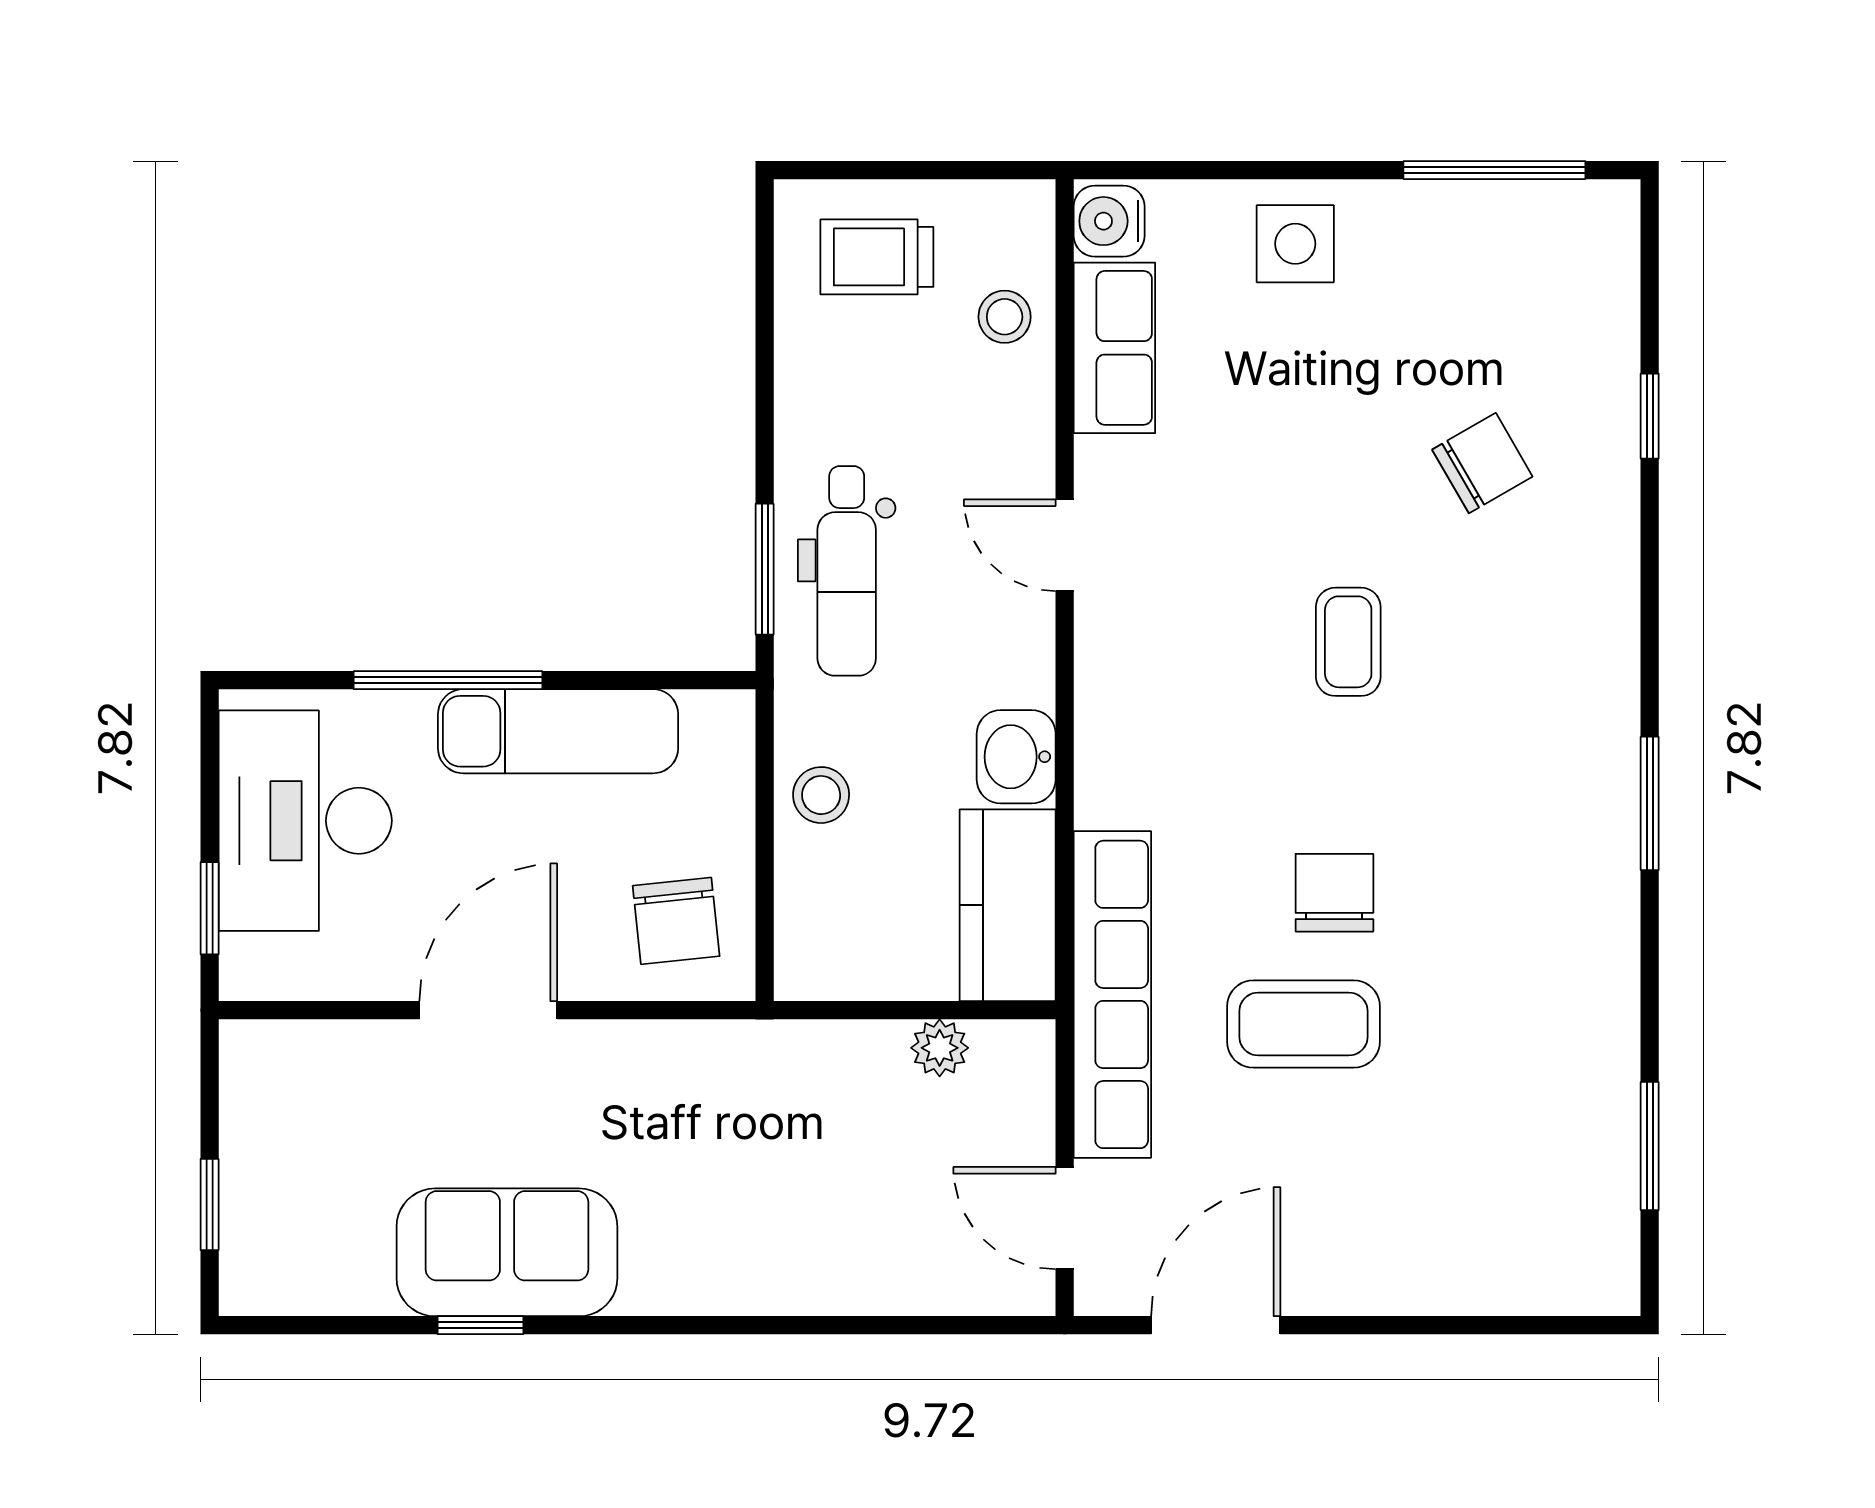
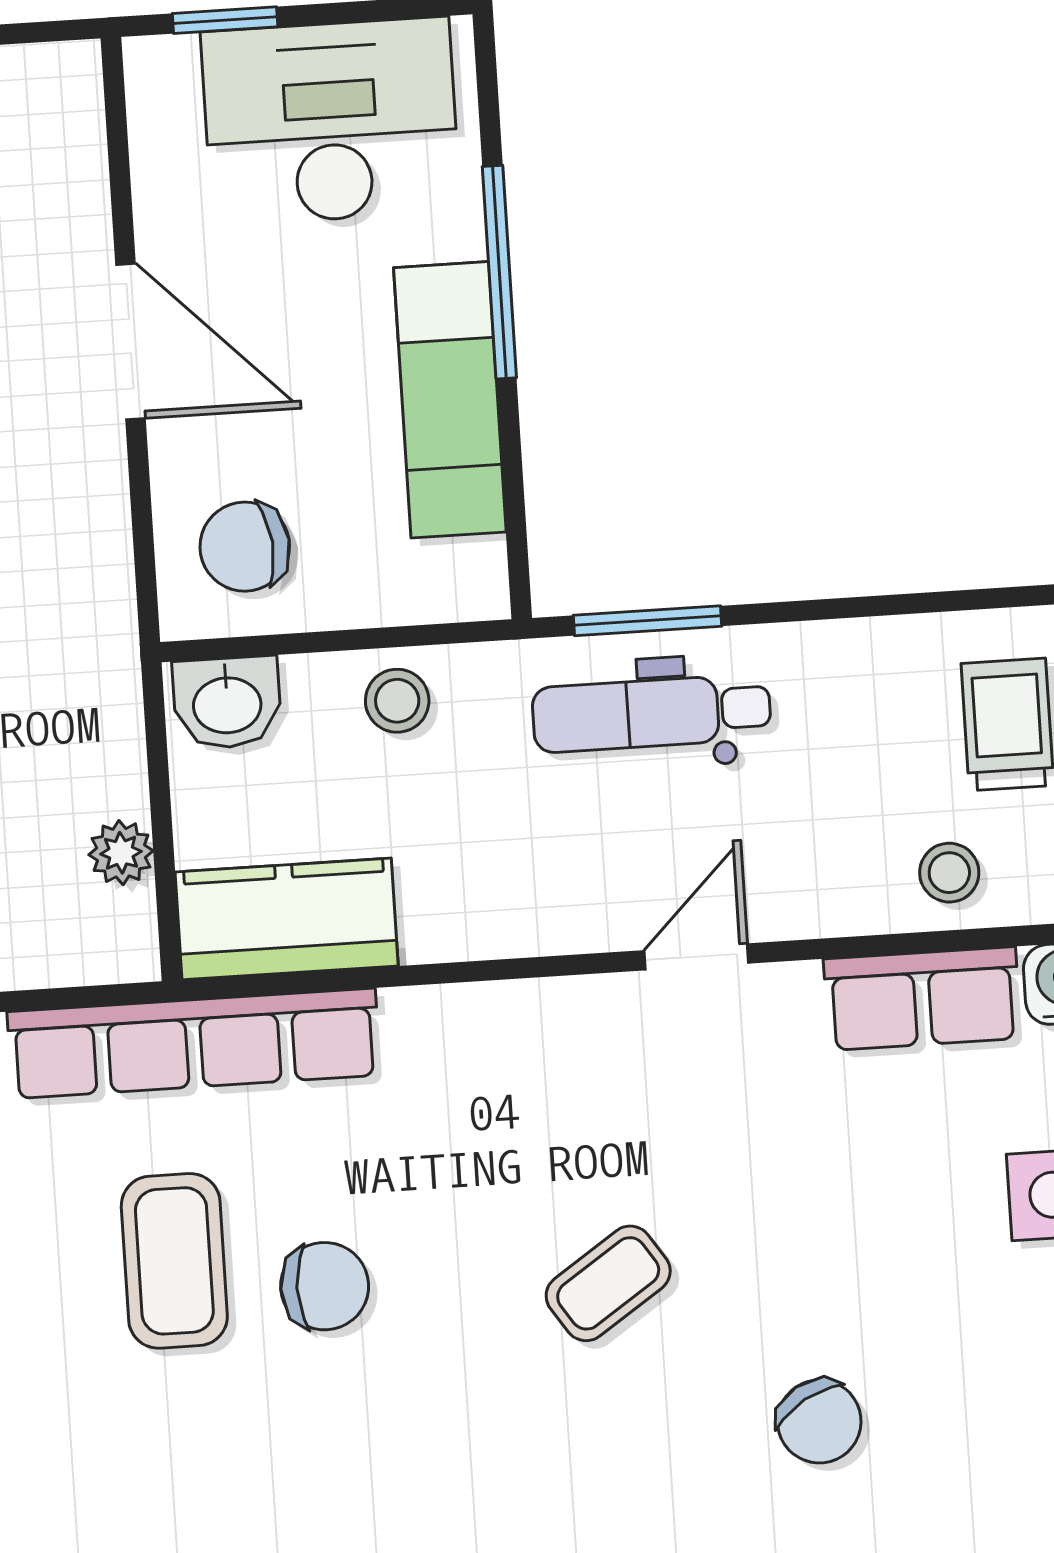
coffee table: (1348, 642) -> (608, 1283), turned -34
washbasin: (1016, 757) -> (227, 703), moved, turned 180

